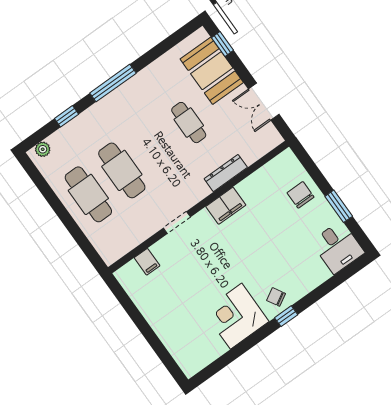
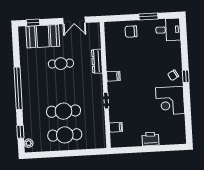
window: (113, 83) -> (18, 88), width x1.46
window: (66, 116) -> (20, 132), moved
filing cabinet: (226, 206) -> (113, 76), width x0.50
printer: (162, 323) -> (150, 139), added

